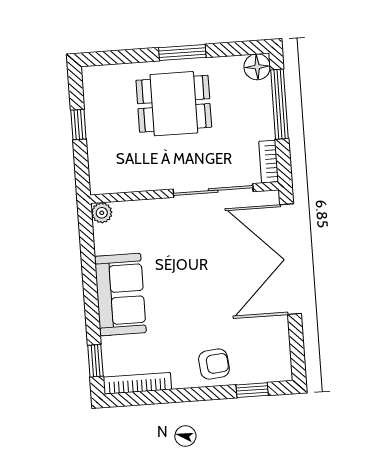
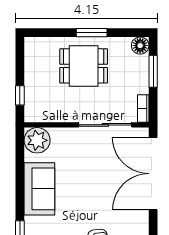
window: (279, 104) -> (153, 71), width x0.69
window: (78, 125) -> (20, 95), moved
plant: (102, 213) -> (37, 140), width x1.87, depth x1.87

